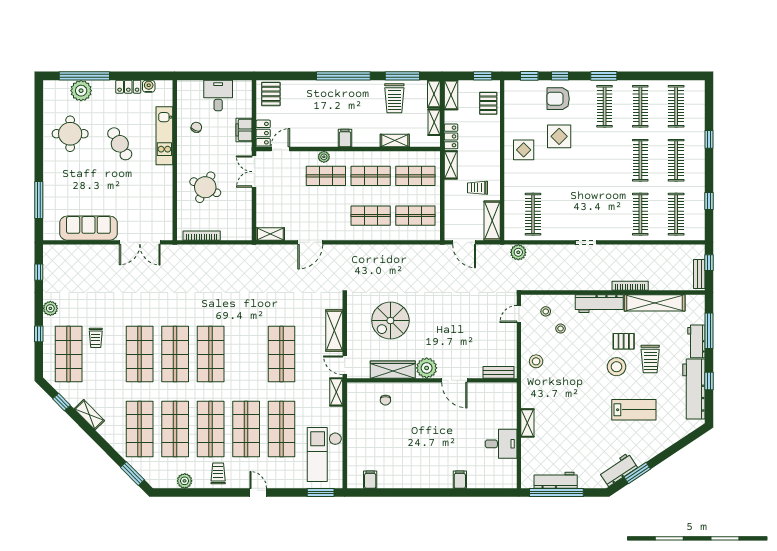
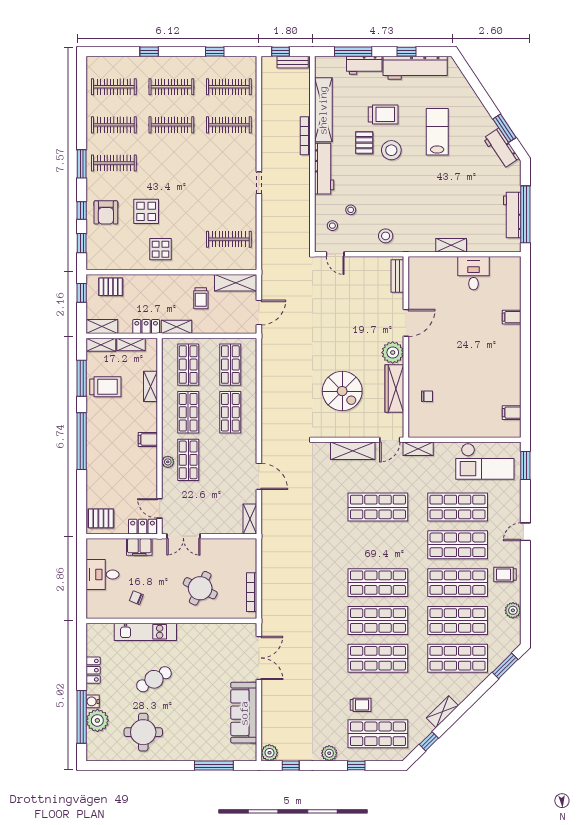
water cooler: (149, 86) -> (93, 701), moved
plant: (518, 252) -> (269, 753), moved

